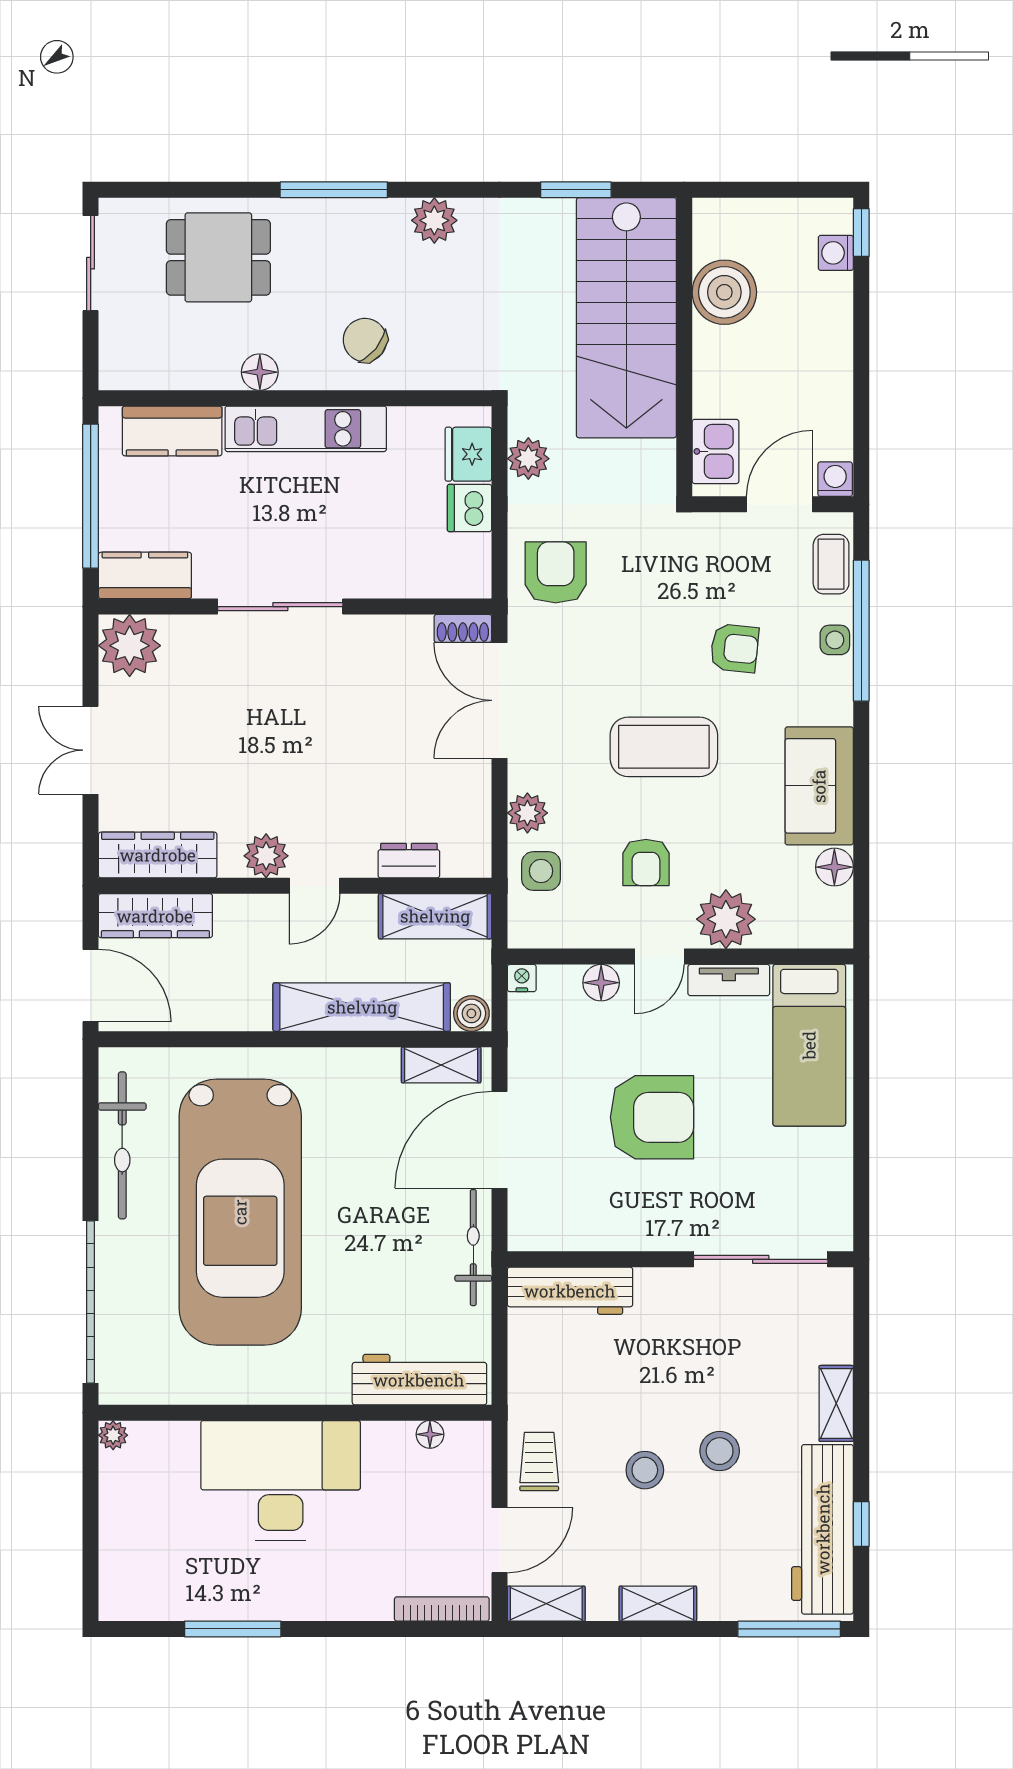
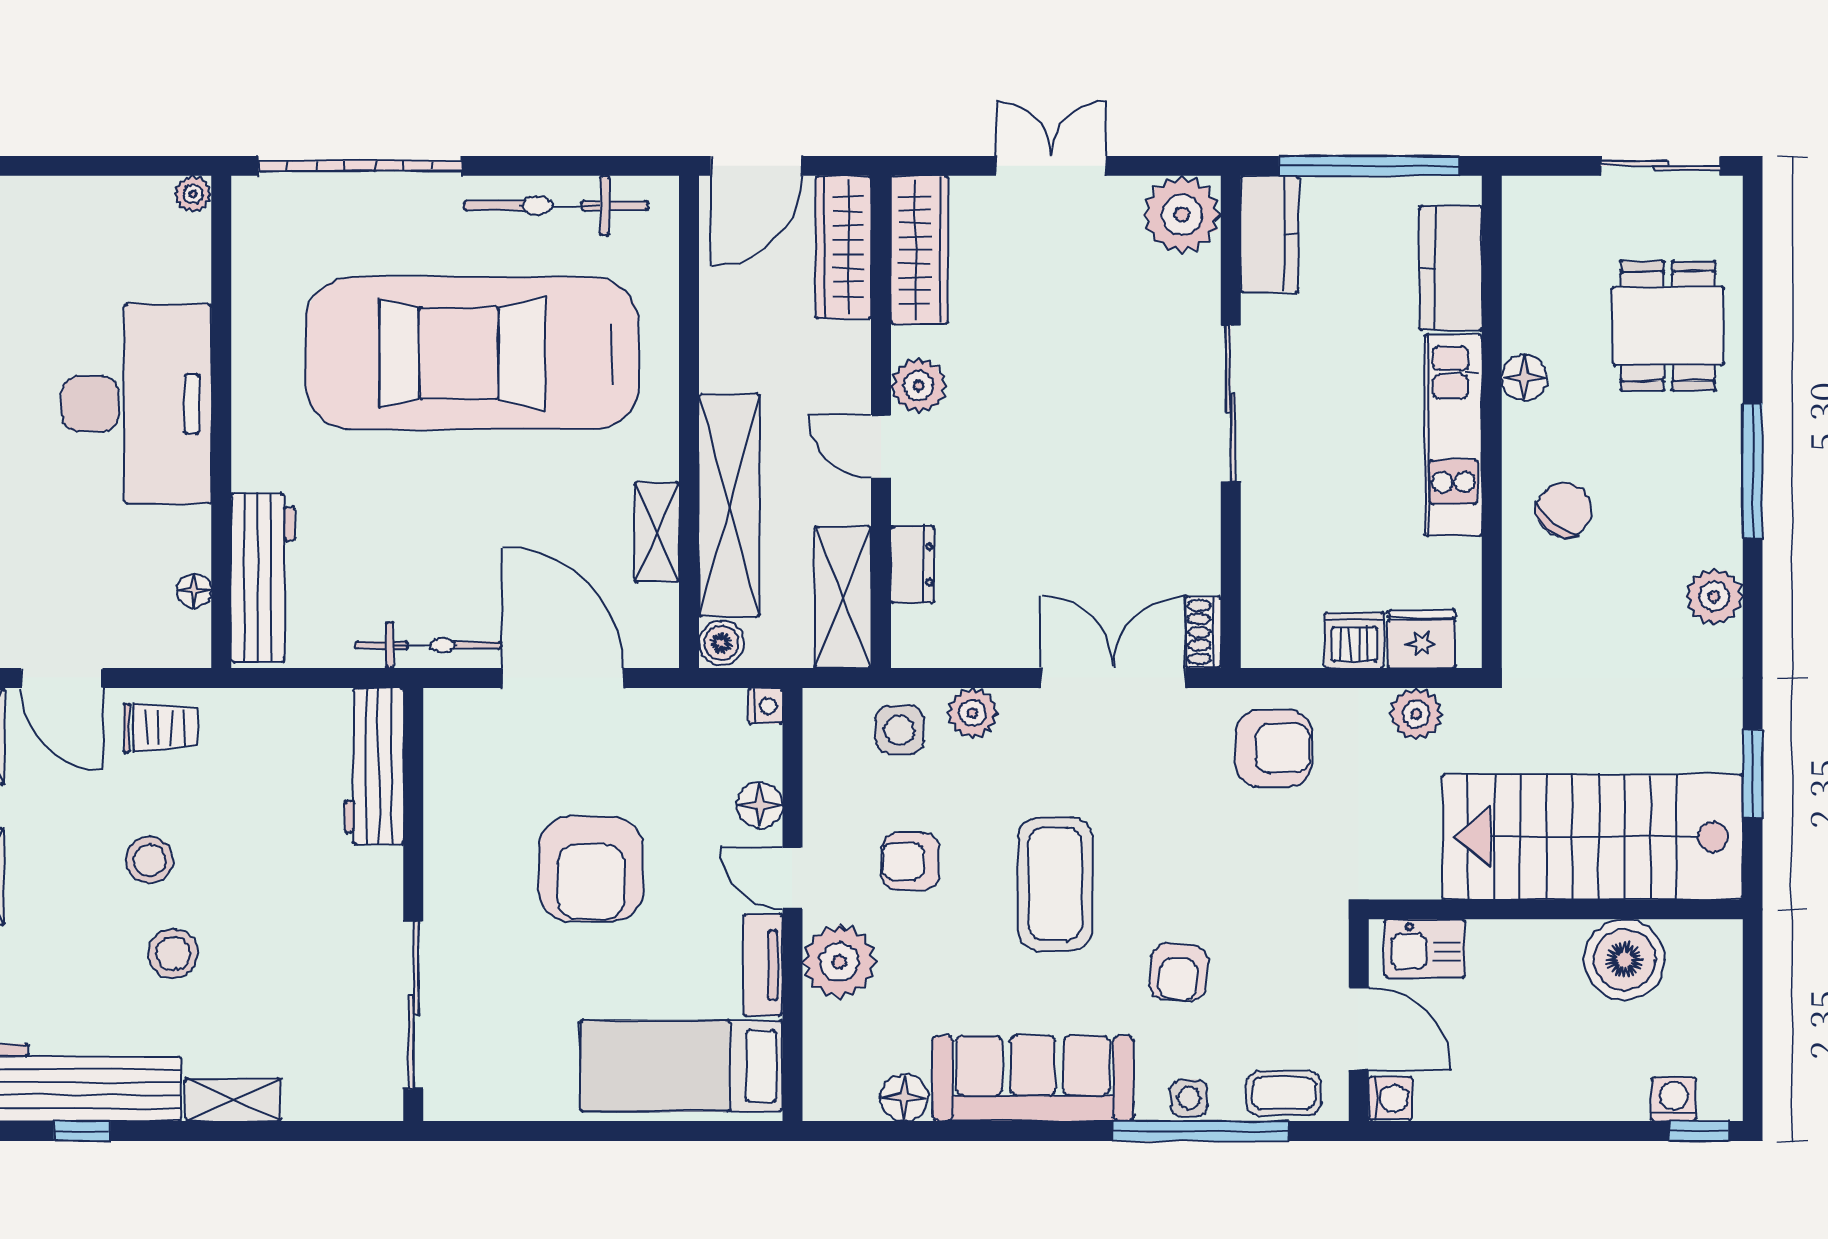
sofa: (819, 786) -> (1033, 1078), width x1.36
shelving: (441, 1065) -> (657, 532), moved

